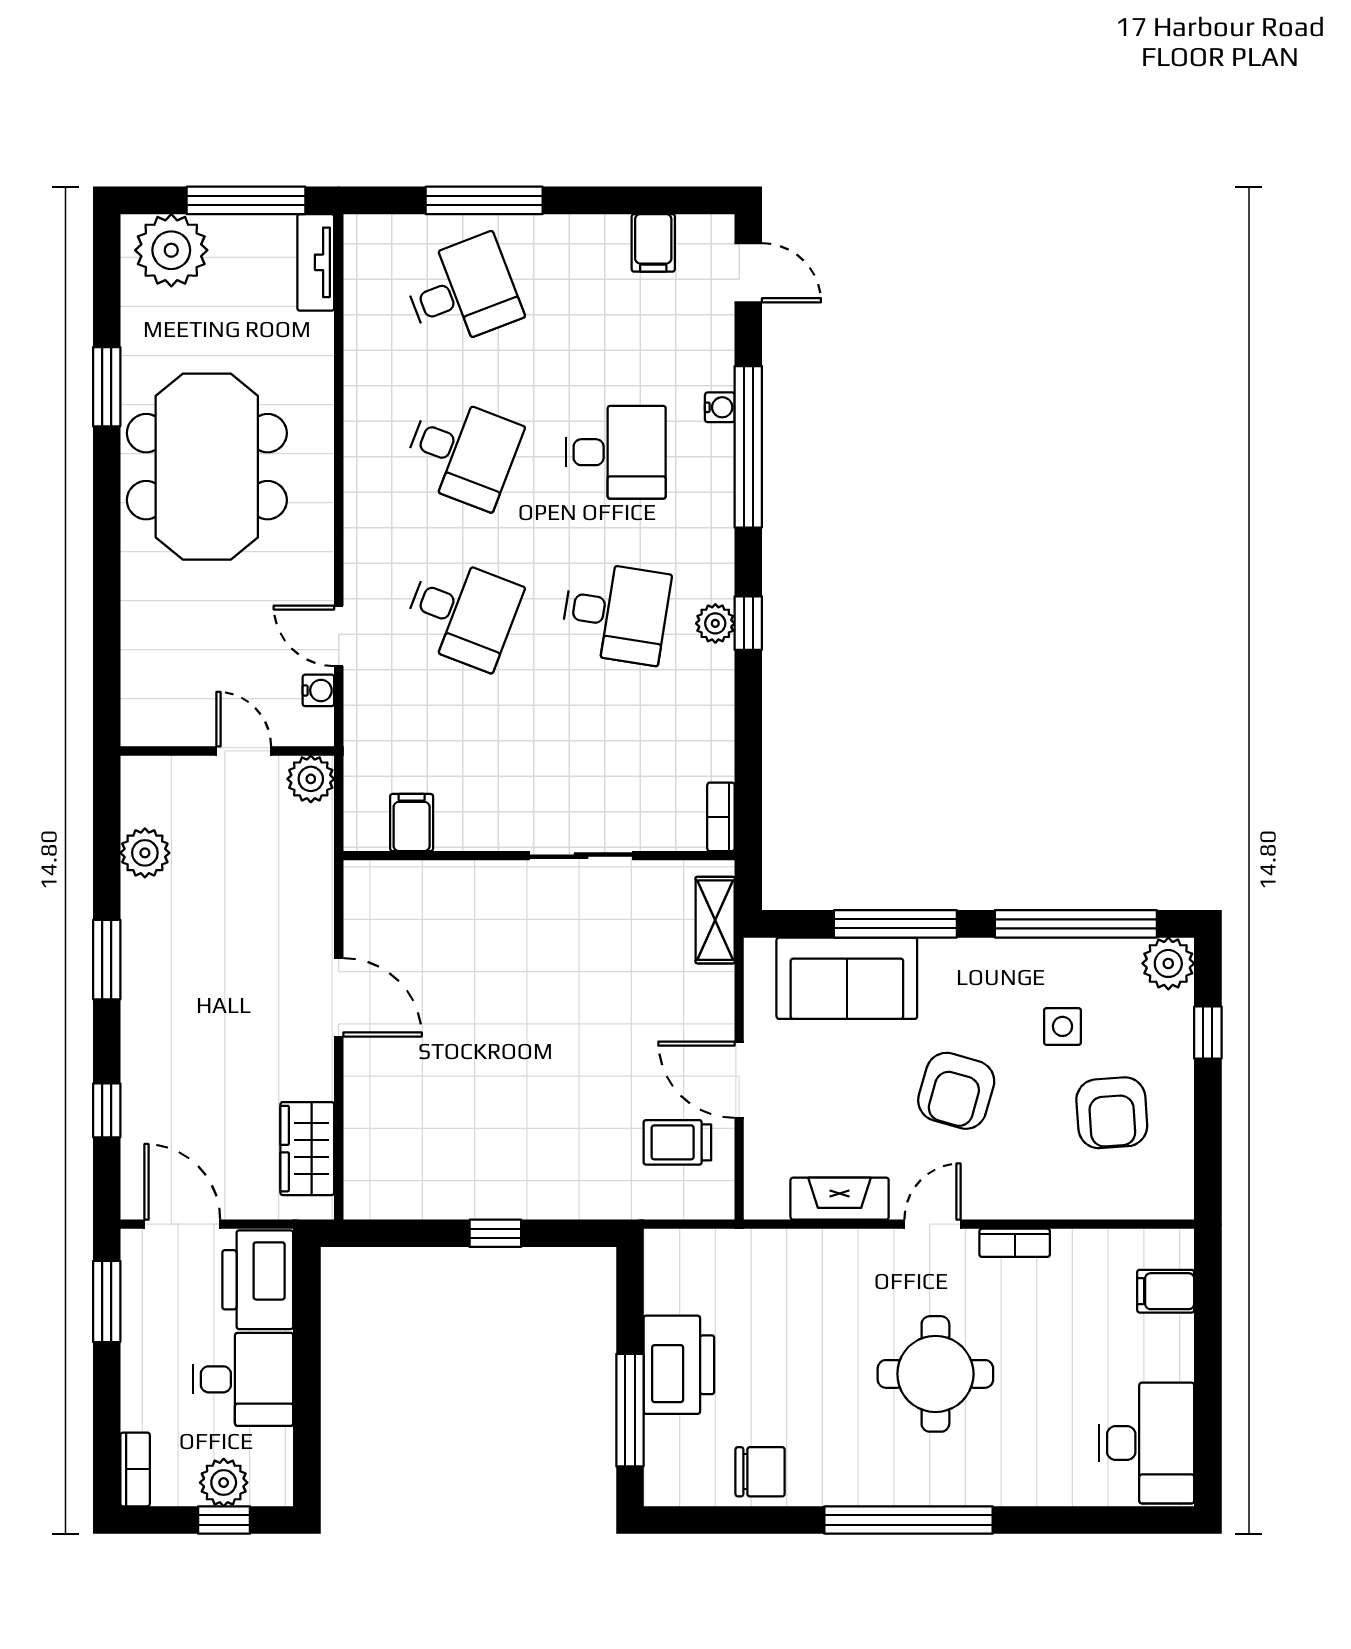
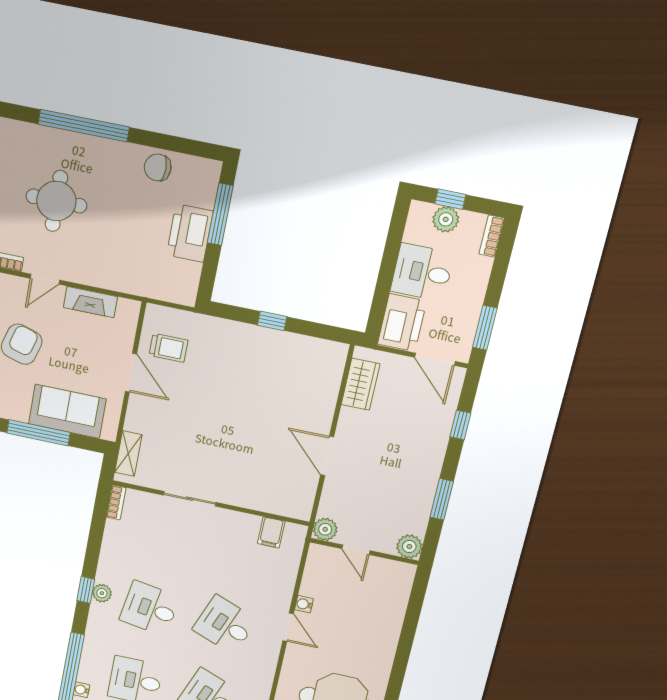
wall: (227, 751) -> (364, 552), moved
door: (244, 751) -> (356, 550), moved
plant: (311, 779) -> (325, 529), moved

